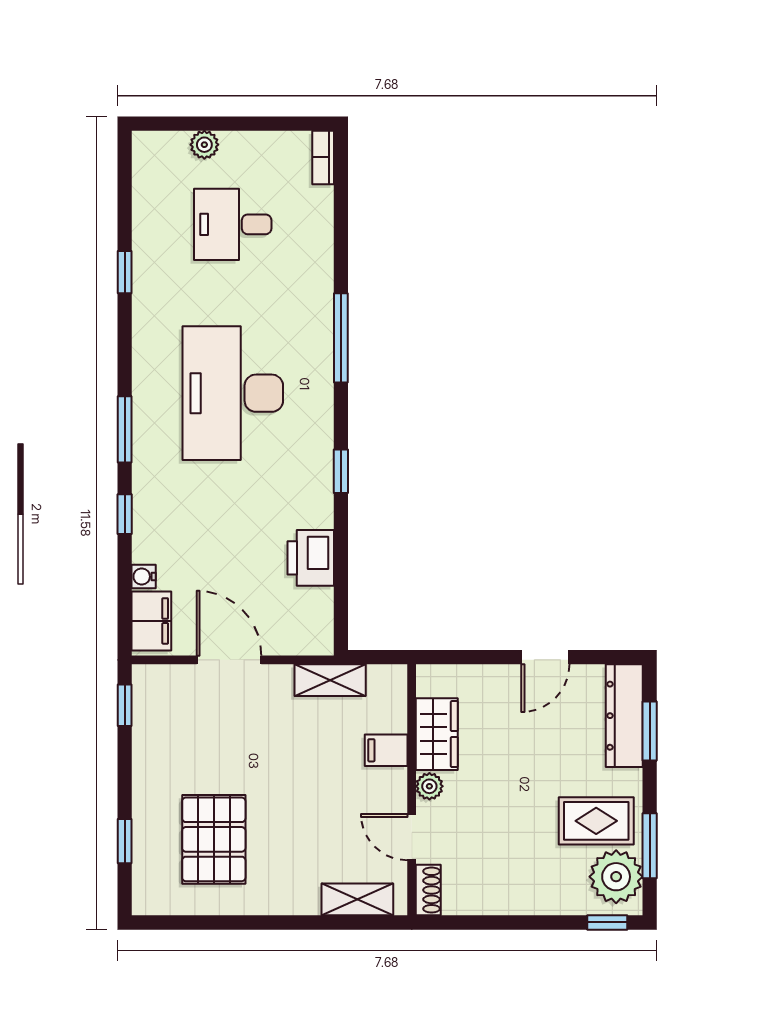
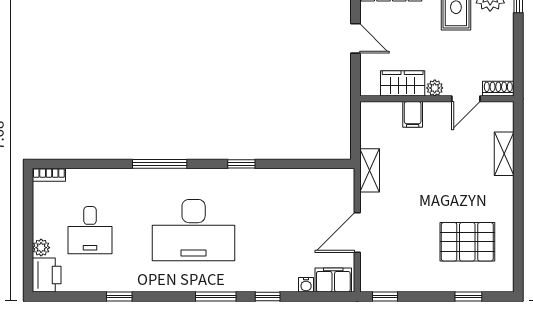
printer: (311, 558) -> (47, 275), moved, turned -90
wardrobe: (437, 734) -> (403, 83), moved
filing cabinet: (386, 750) -> (413, 114), moved
plant: (429, 786) -> (435, 88), moved
wall: (412, 790) -> (437, 99), moved
door: (412, 837) -> (466, 99), moved
shoe rack: (428, 890) -> (498, 89), moved

